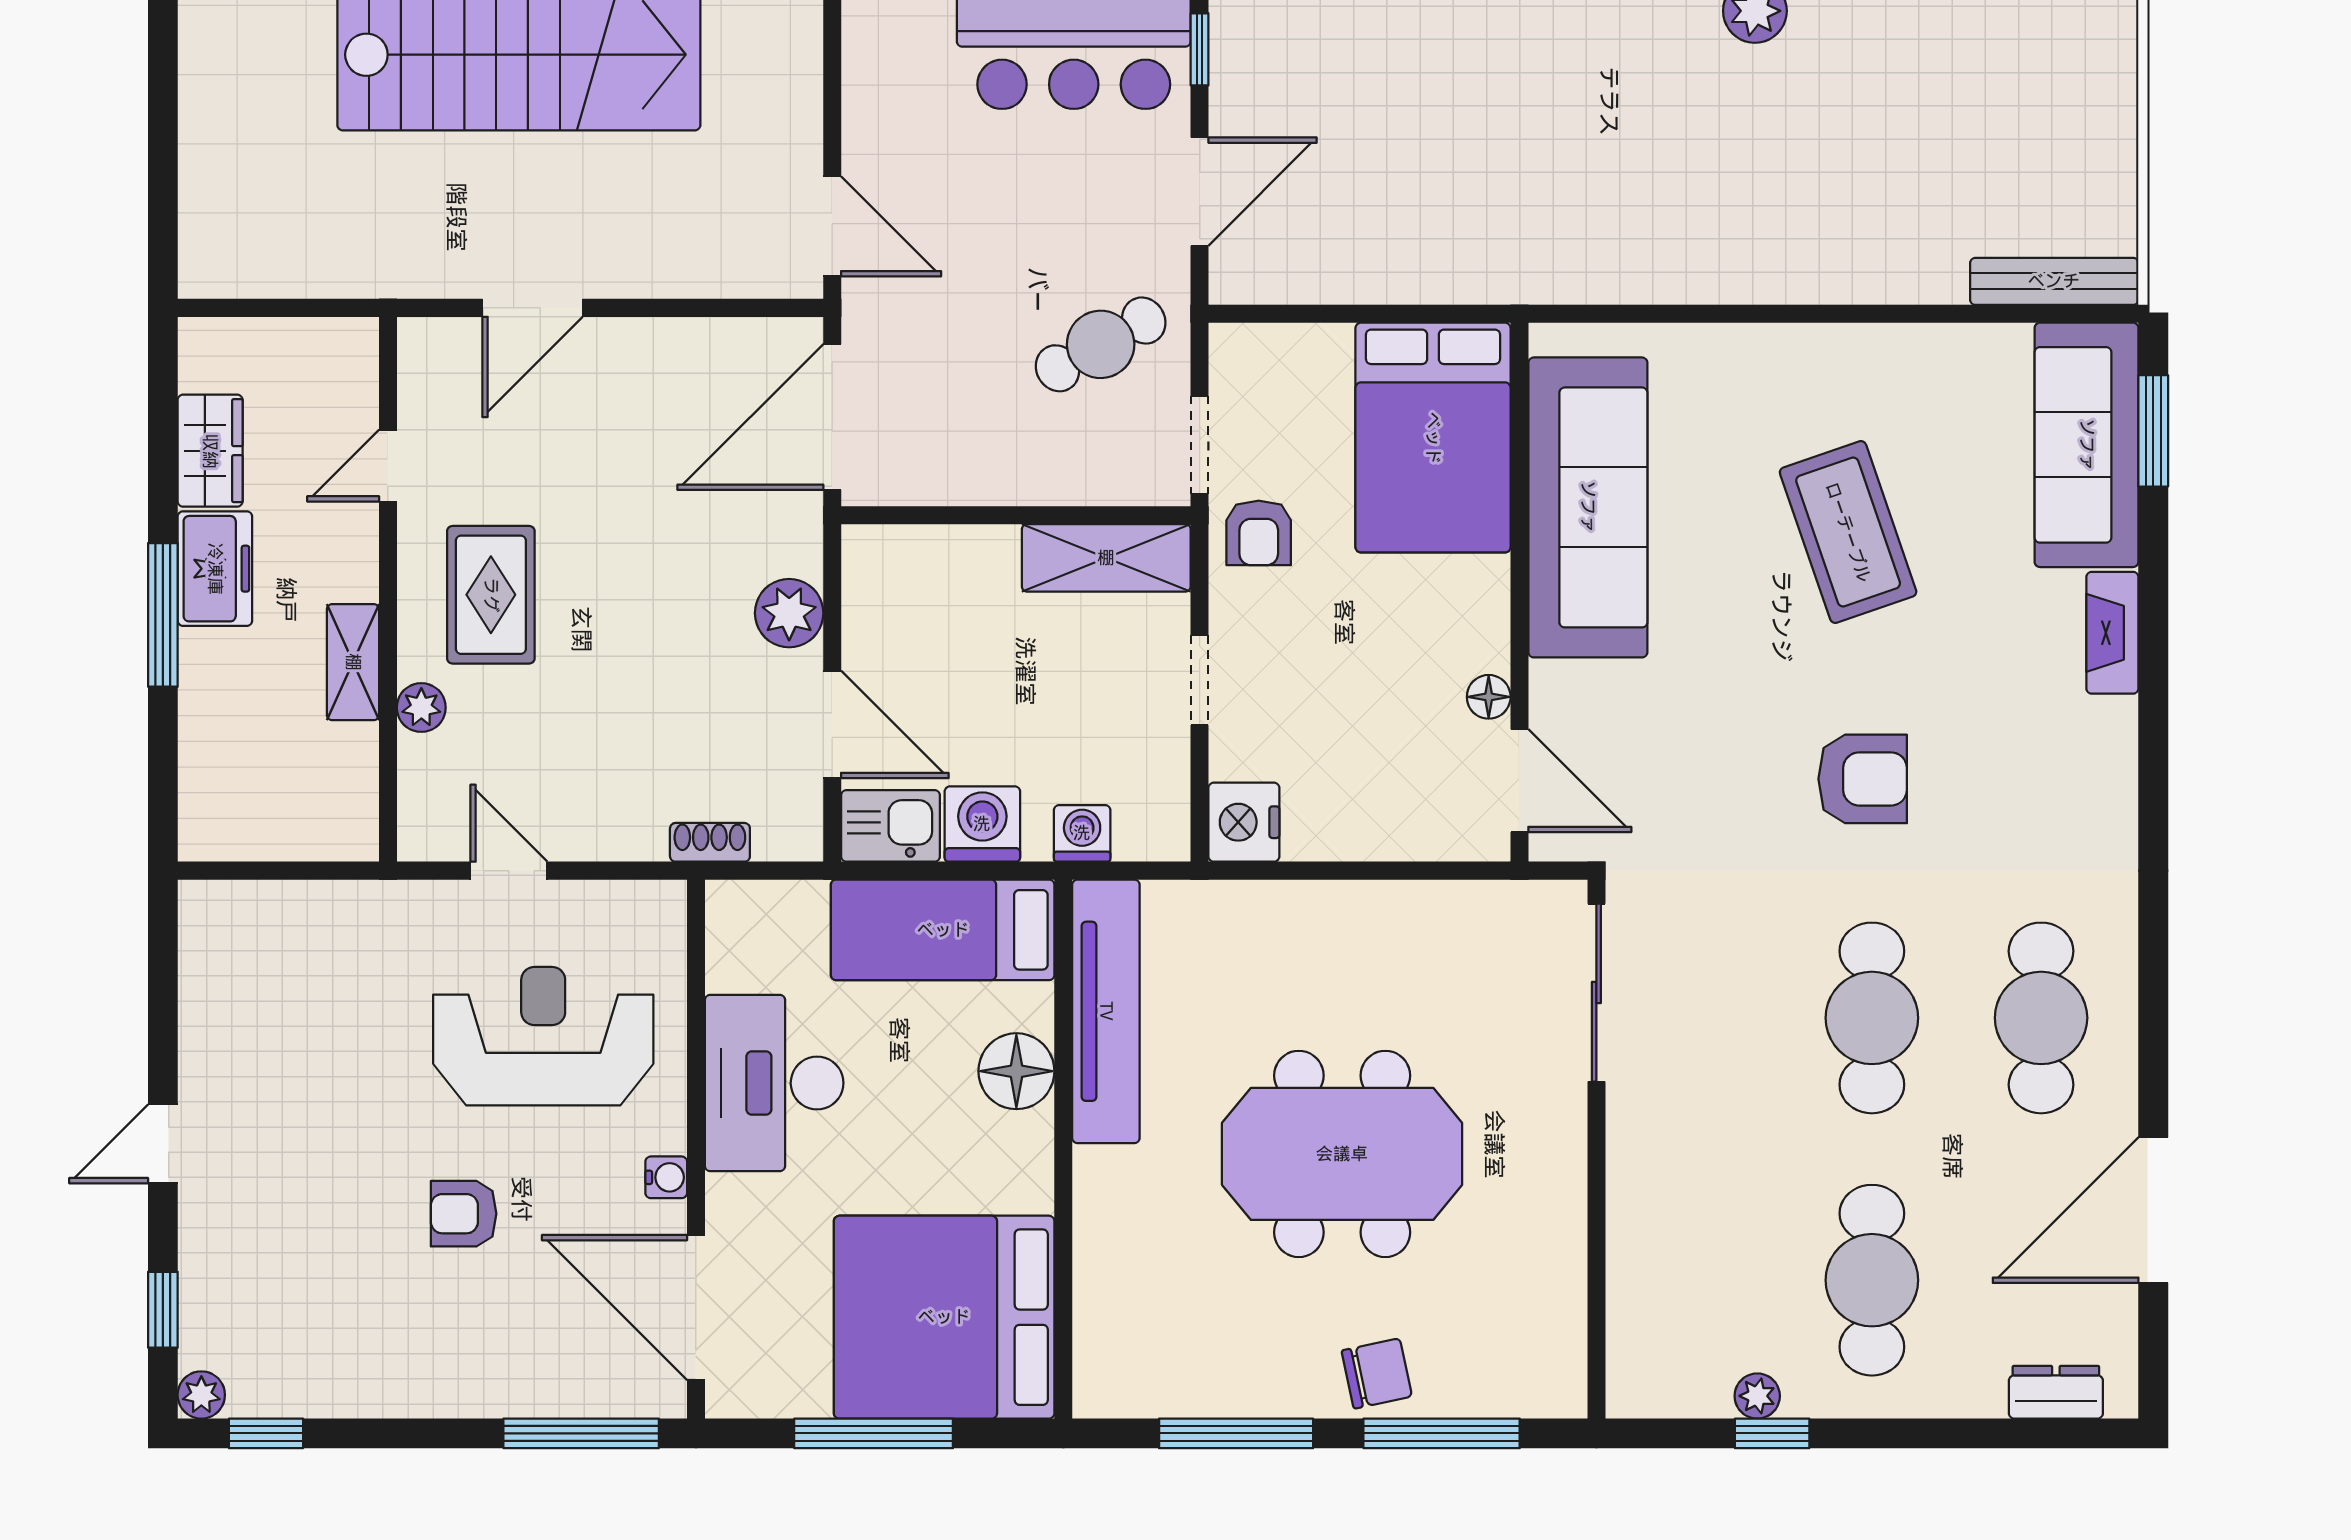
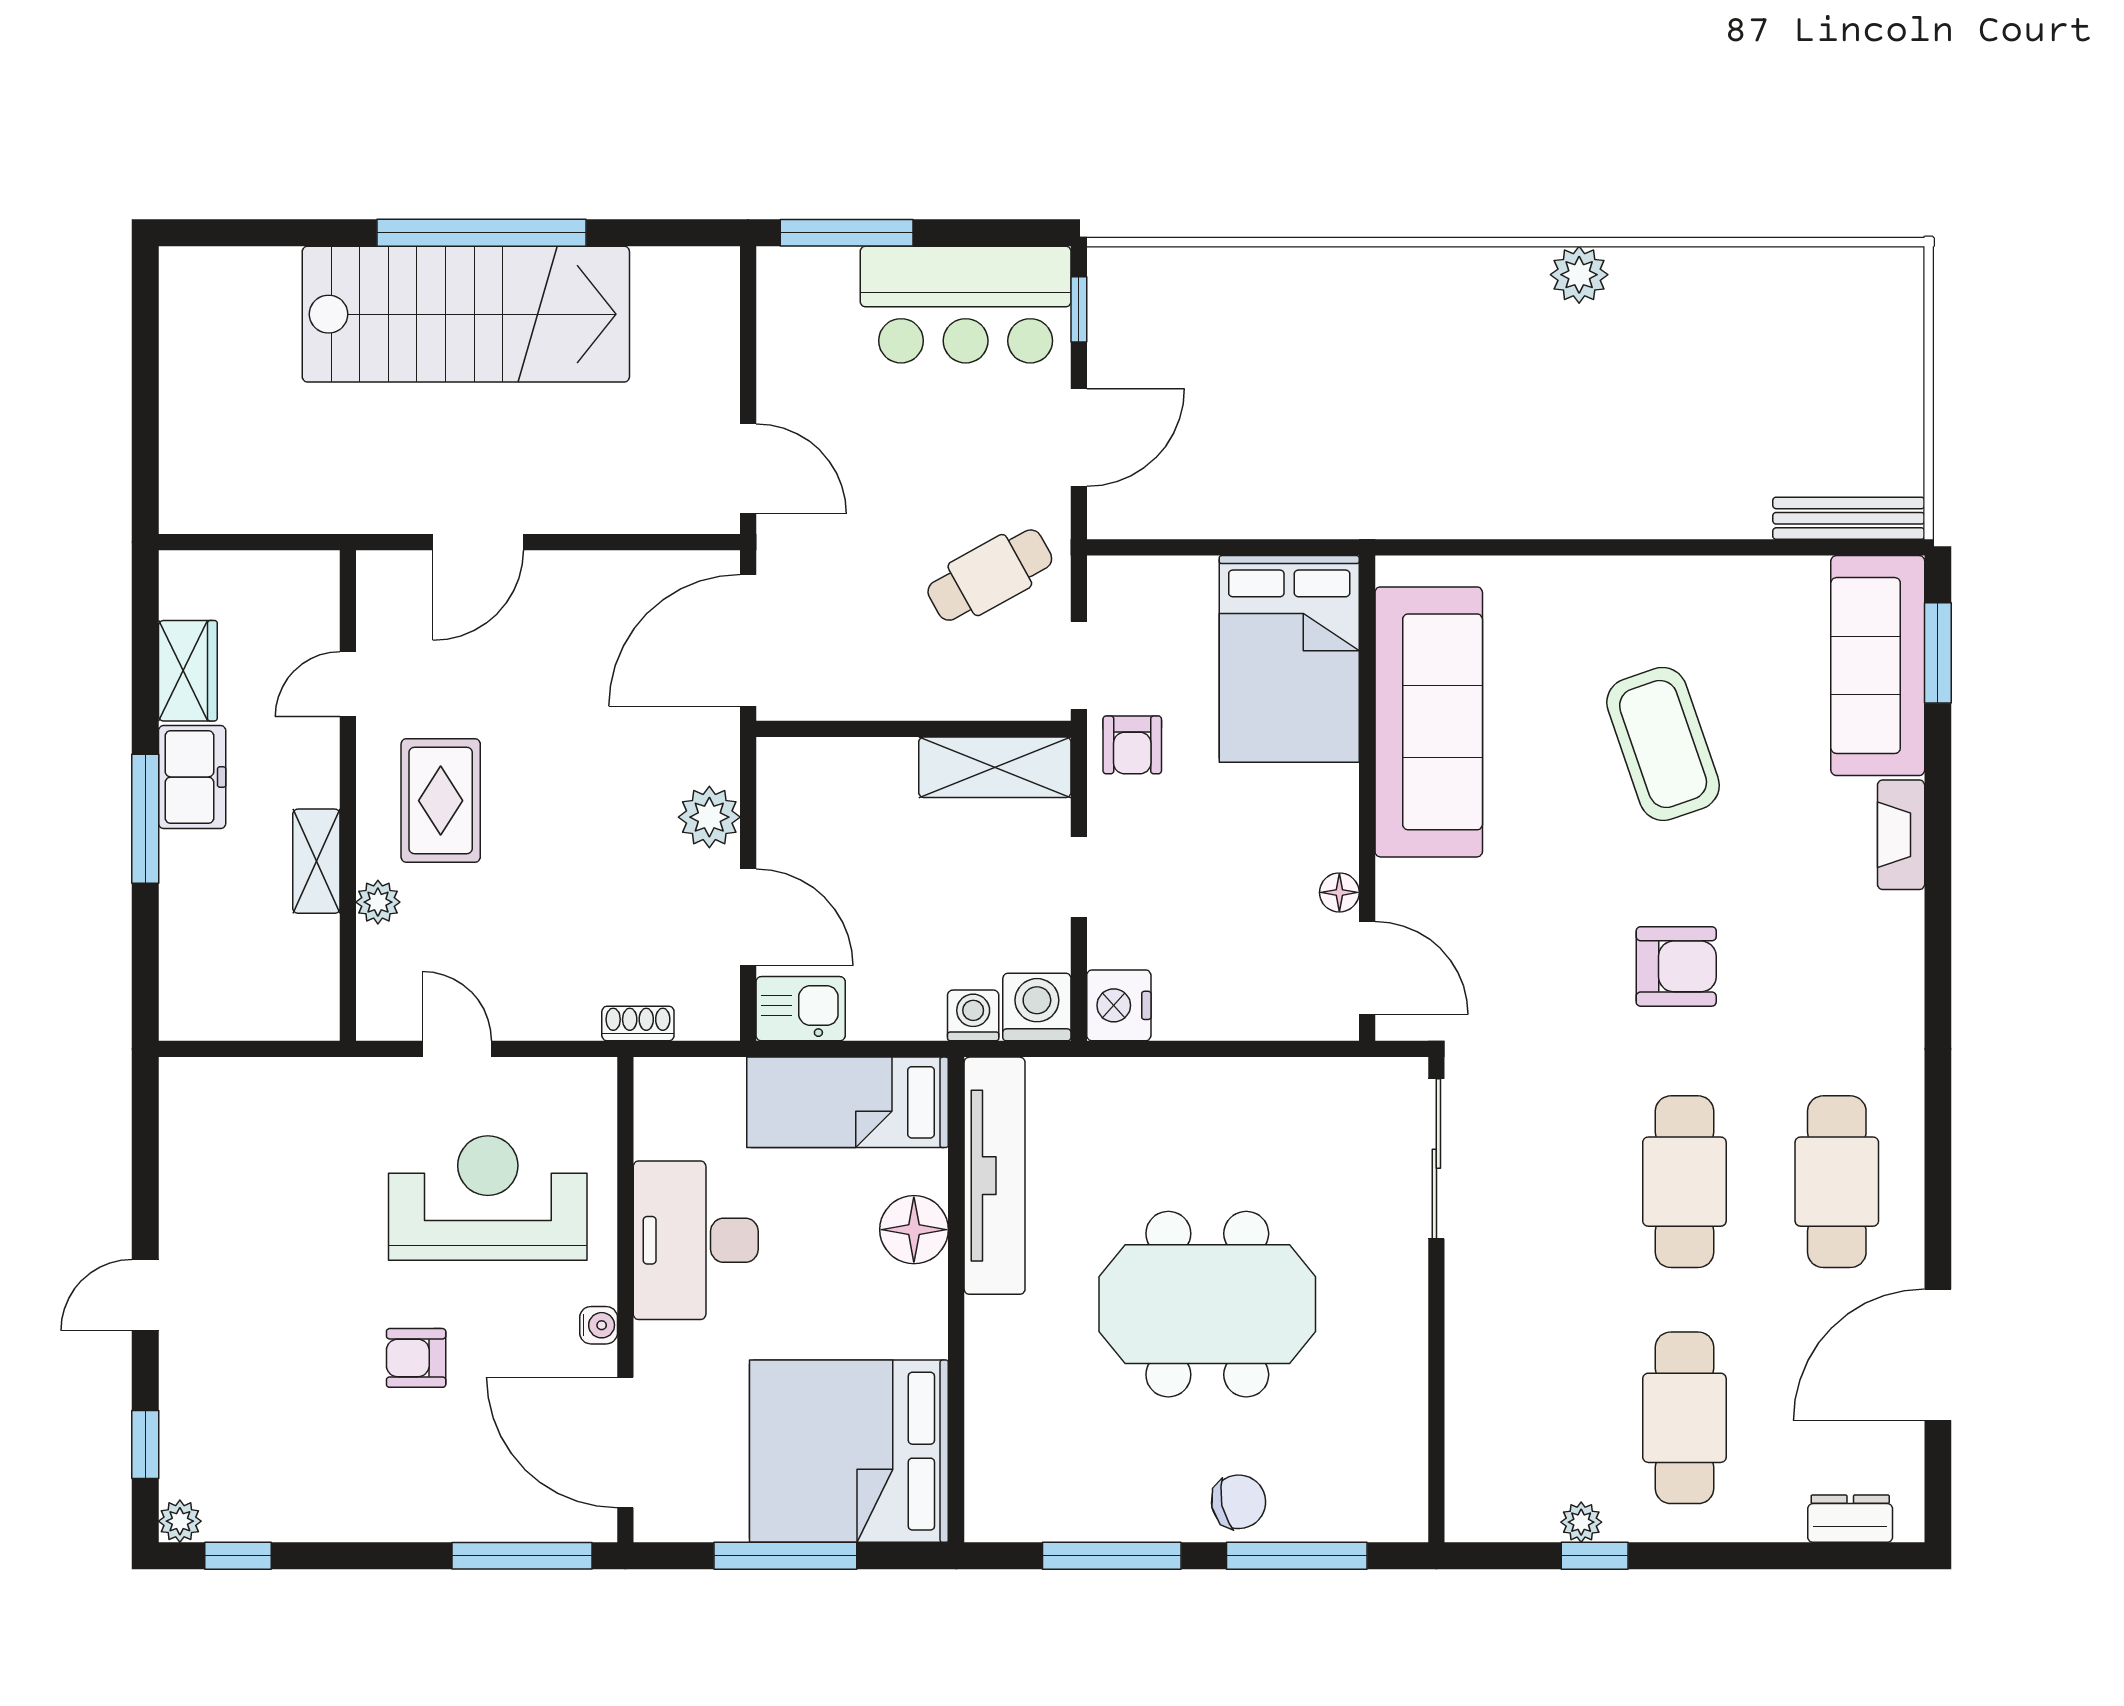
washing machine: (982, 824) -> (1037, 1007), moved

